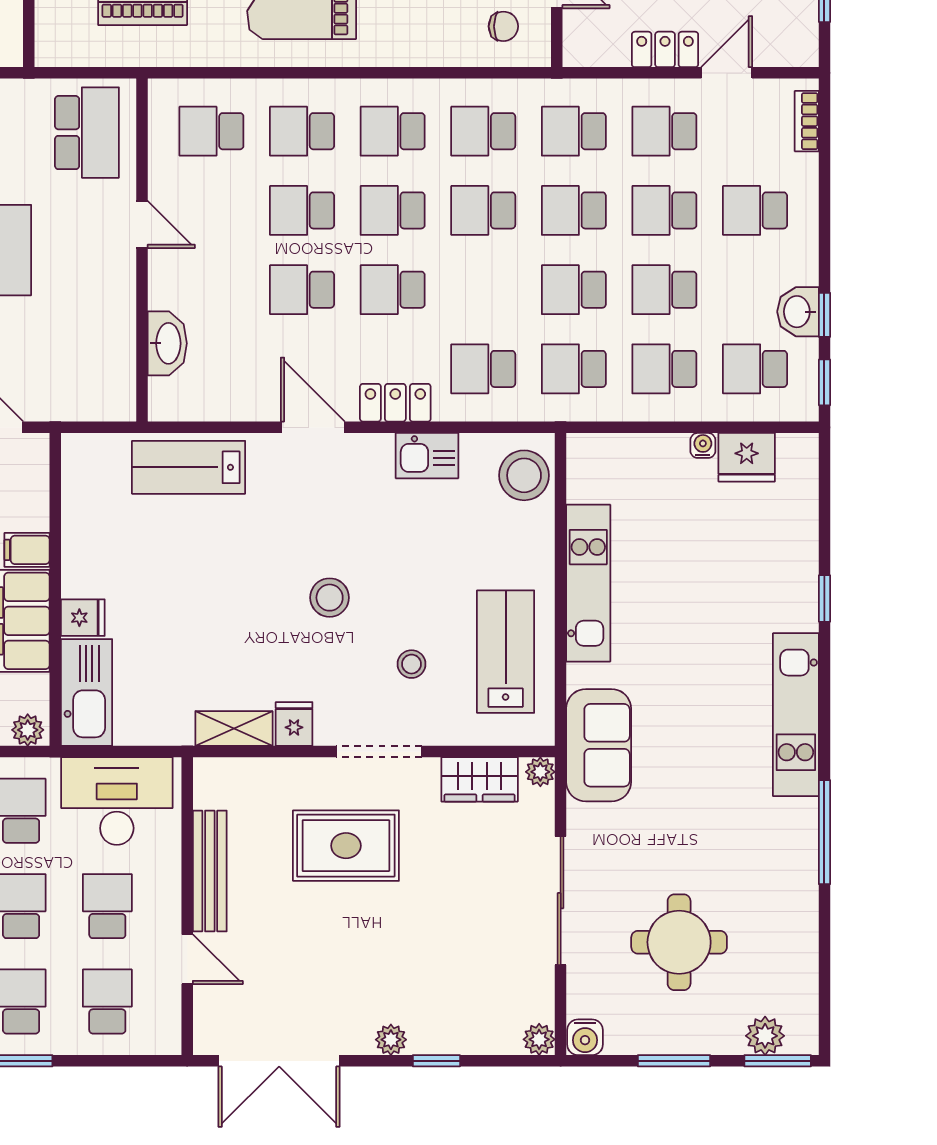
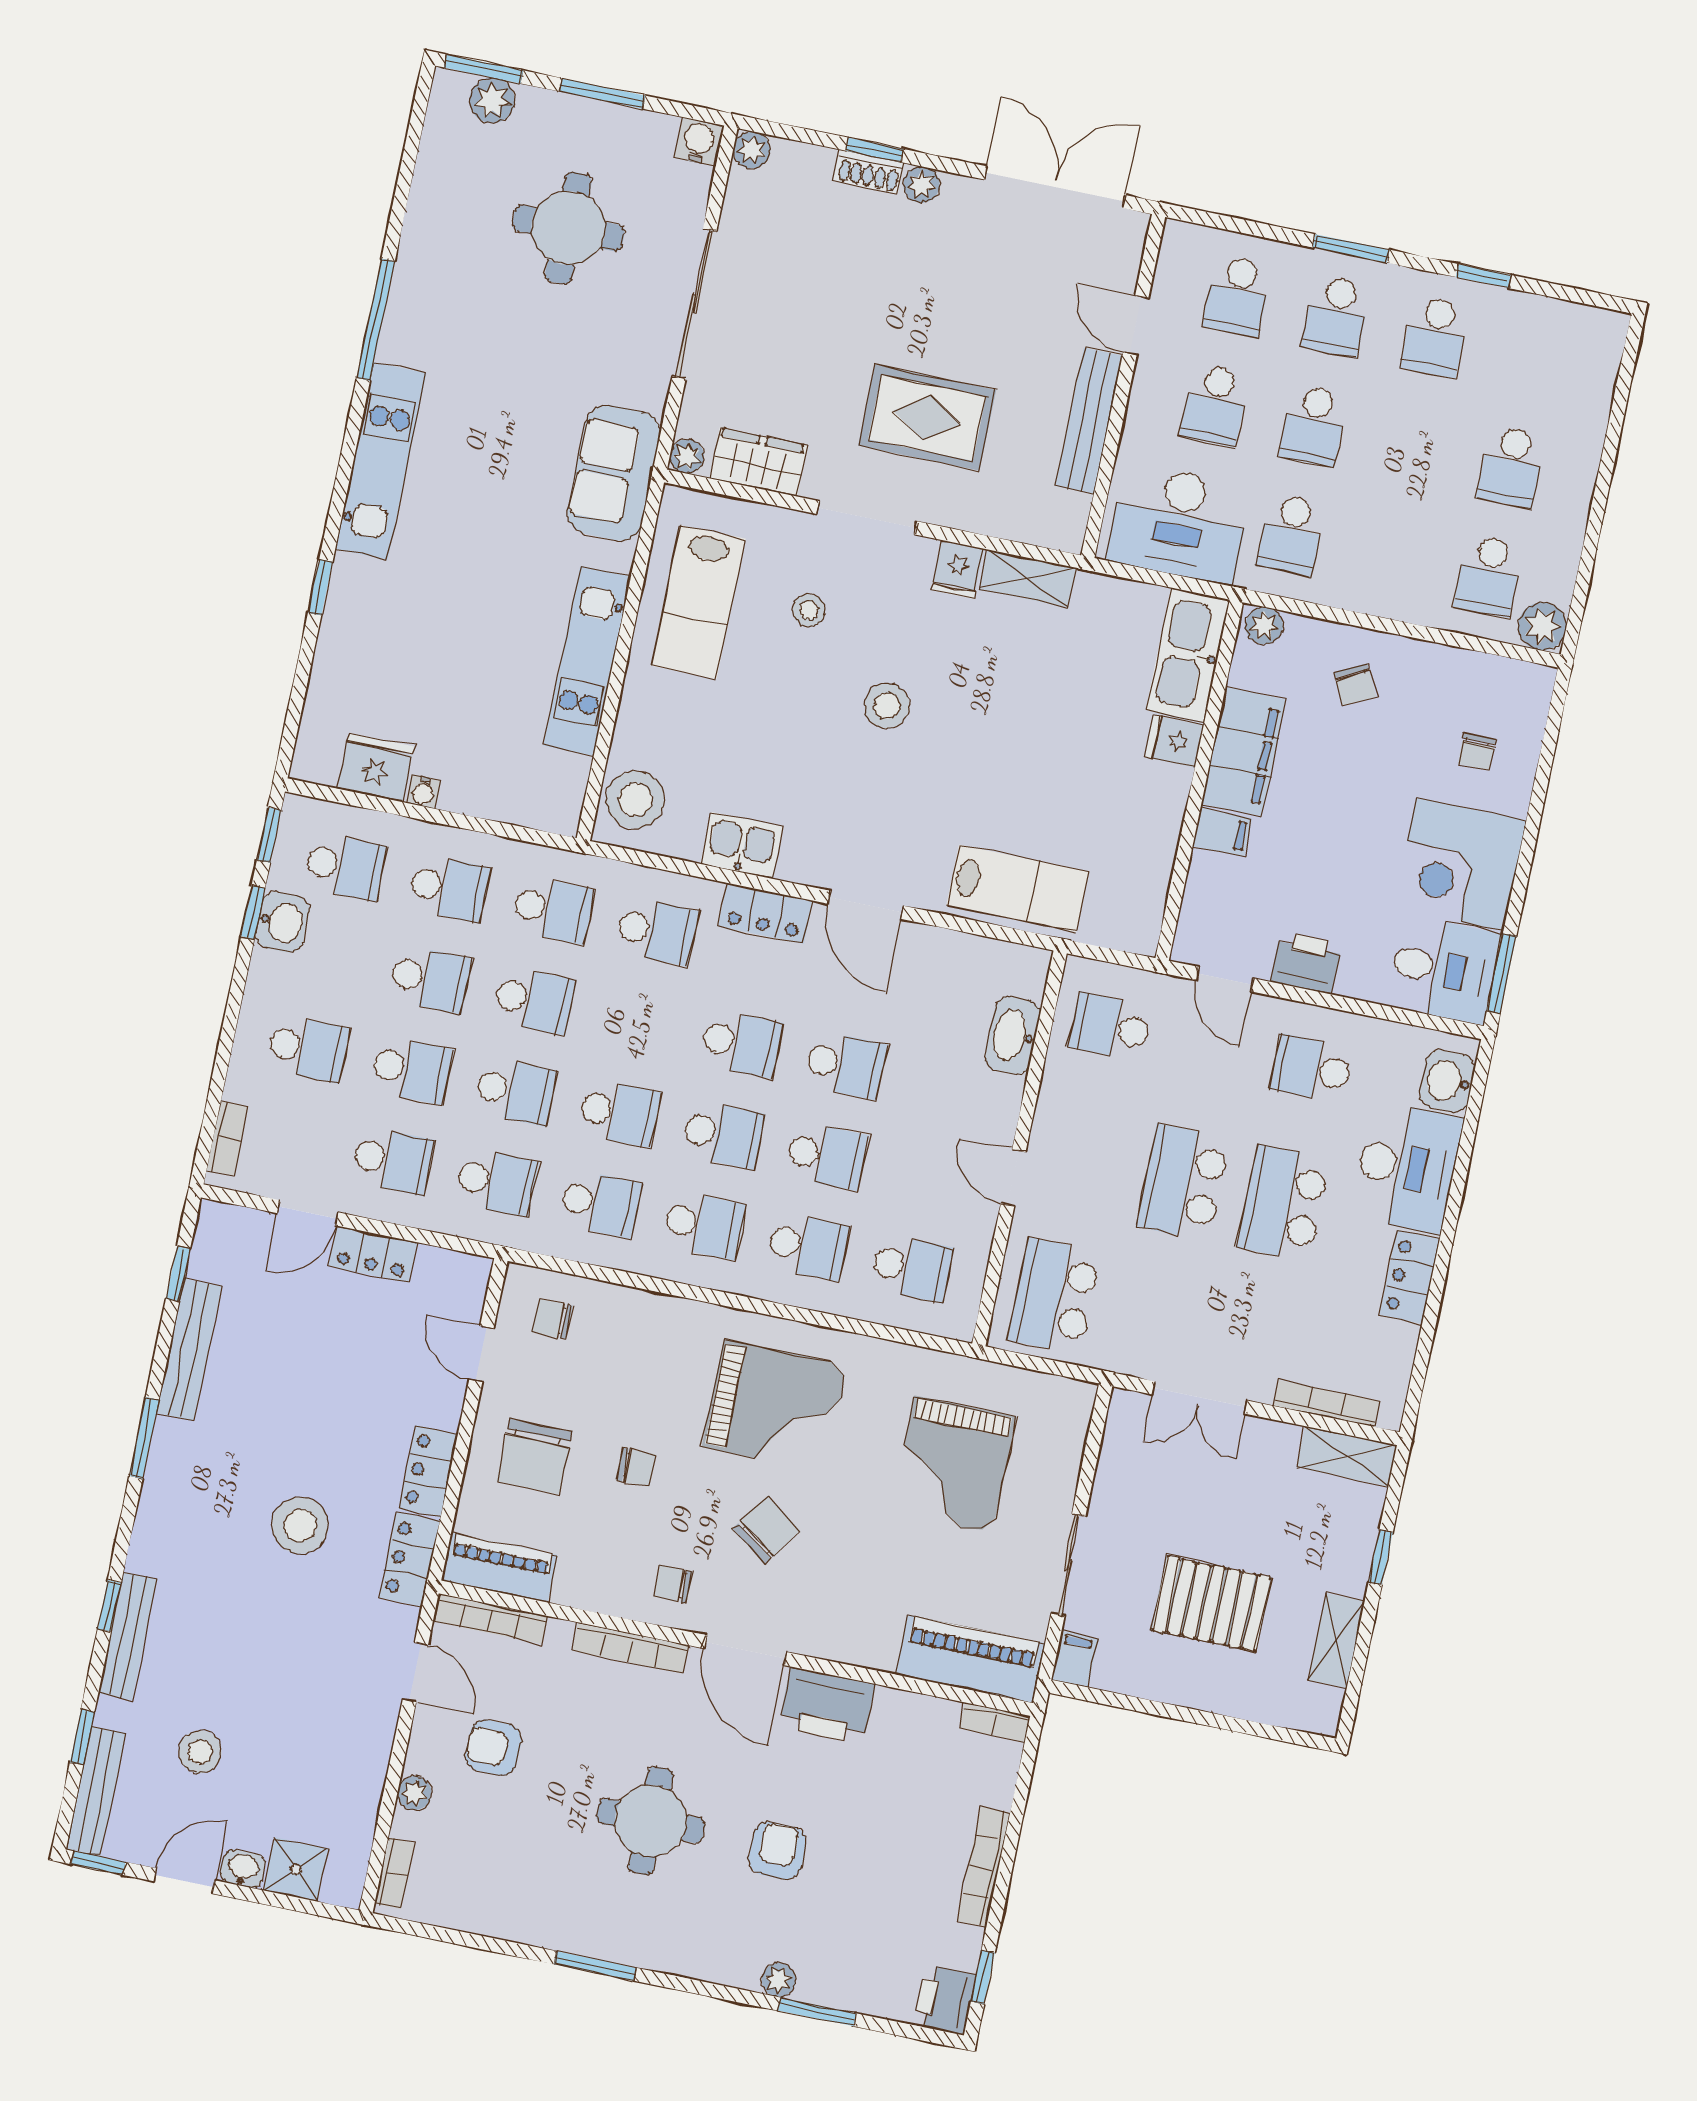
school desk: (87, 368) -> (1110, 1027), added
shoe rack: (437, 1041) -> (869, 172), added

